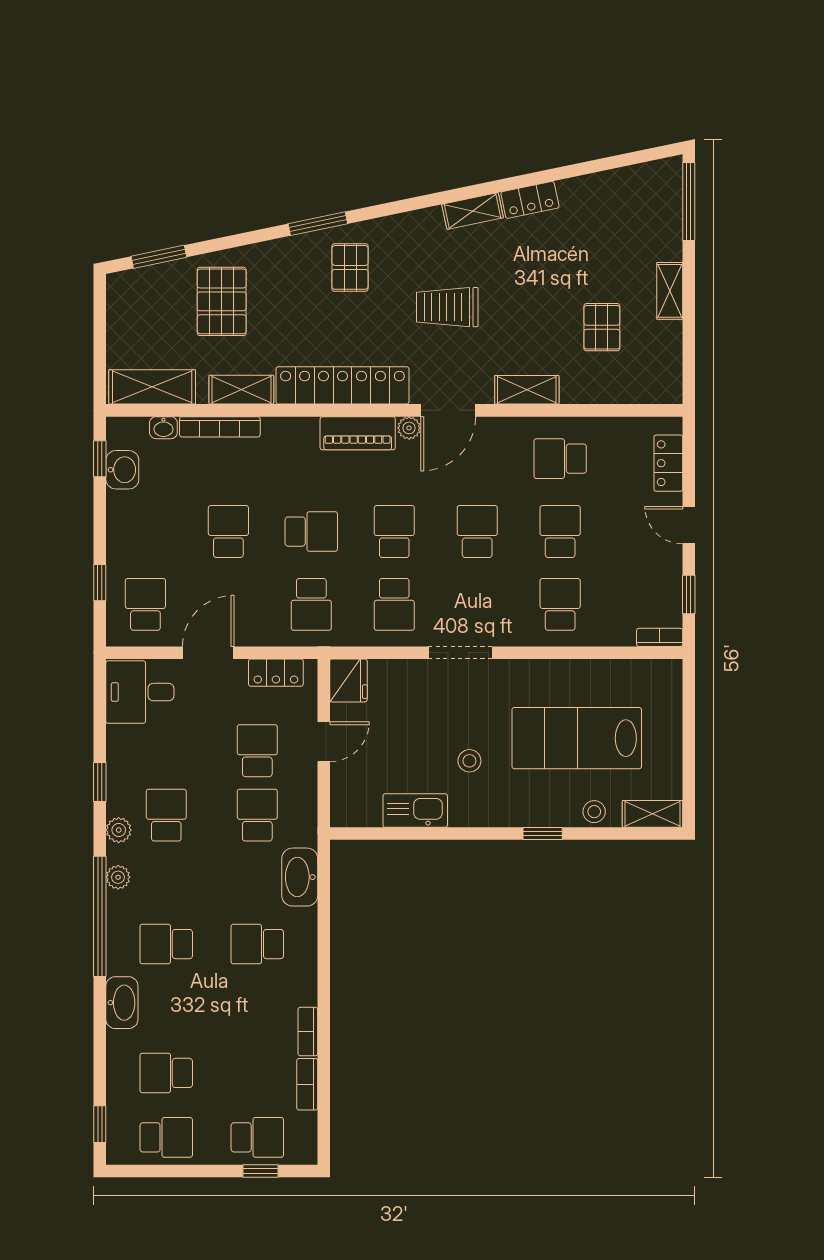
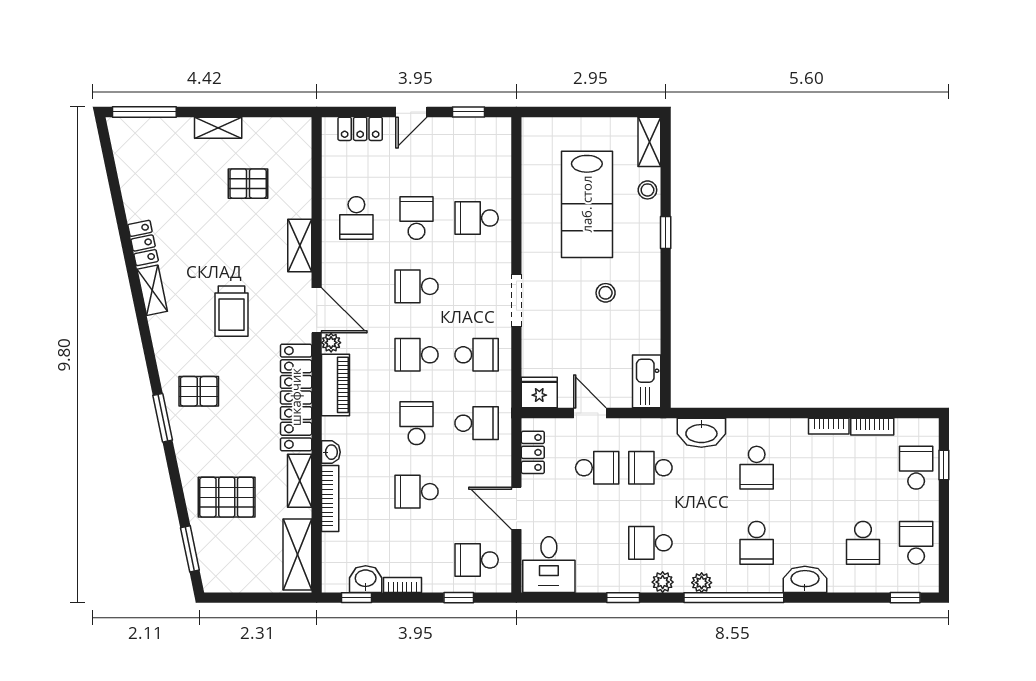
washbasin: (163, 428) -> (331, 452), moved
school desk: (560, 532) -> (416, 218), turned 90
bookcase: (660, 637) -> (402, 585), moved, turned 90
school desk: (257, 751) -> (597, 468), turned 180
kitchen sink: (415, 811) -> (647, 381), moved

